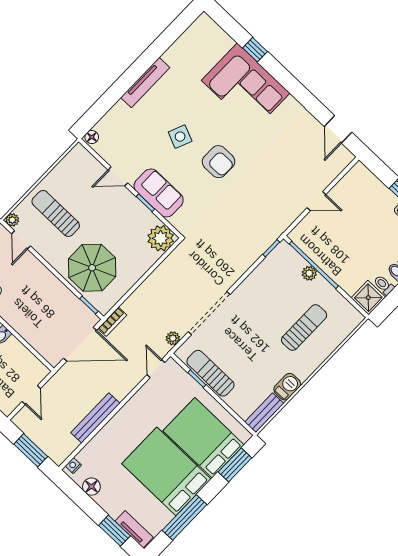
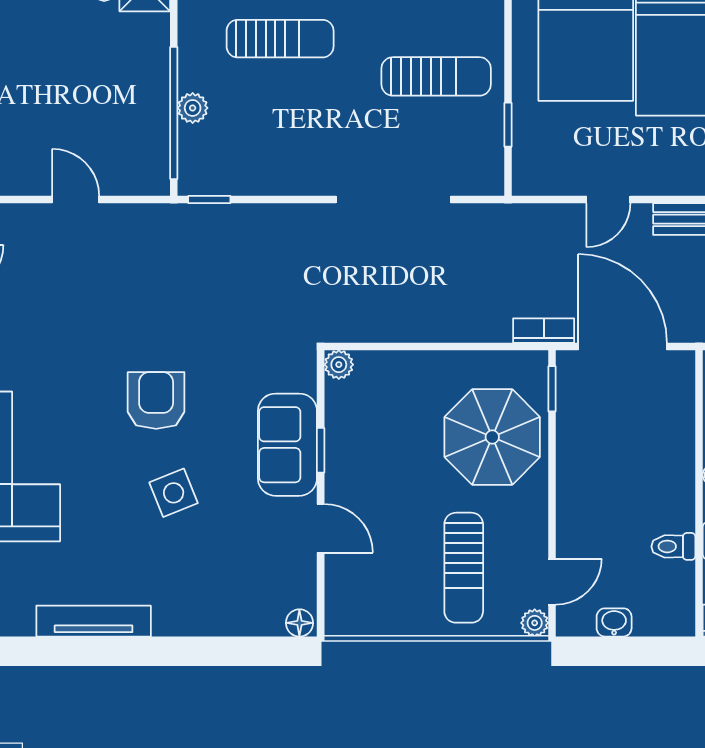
tv unit: (145, 83) -> (94, 621), moved
side table: (180, 137) -> (174, 493), turned 45
plant: (161, 238) -> (339, 365), width x0.53, depth x0.53
sun lounger: (304, 328) -> (280, 39), turned 180
plant: (173, 338) -> (482, 217), removed
door: (156, 369) -> (608, 200), moved
sun lounger: (211, 373) -> (436, 76), moved, turned -90

